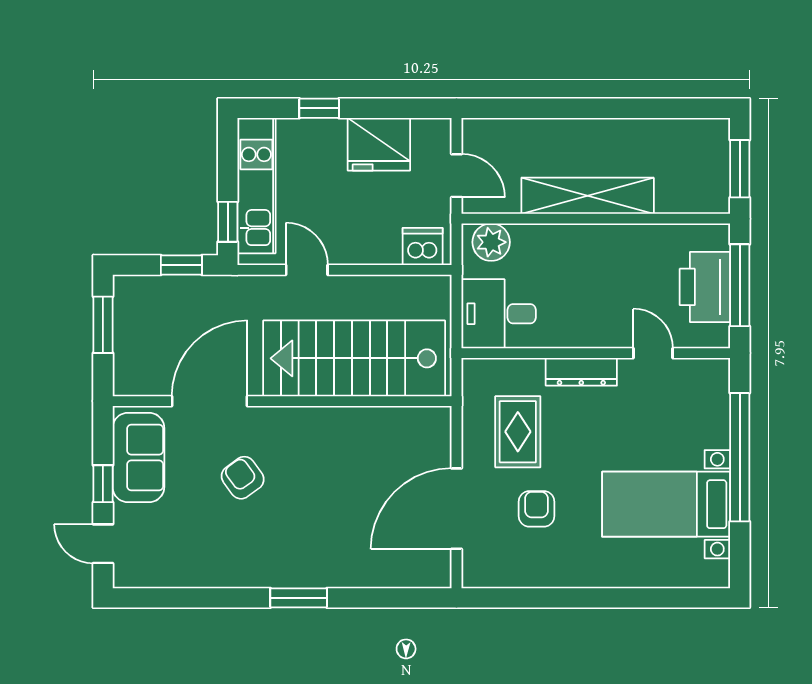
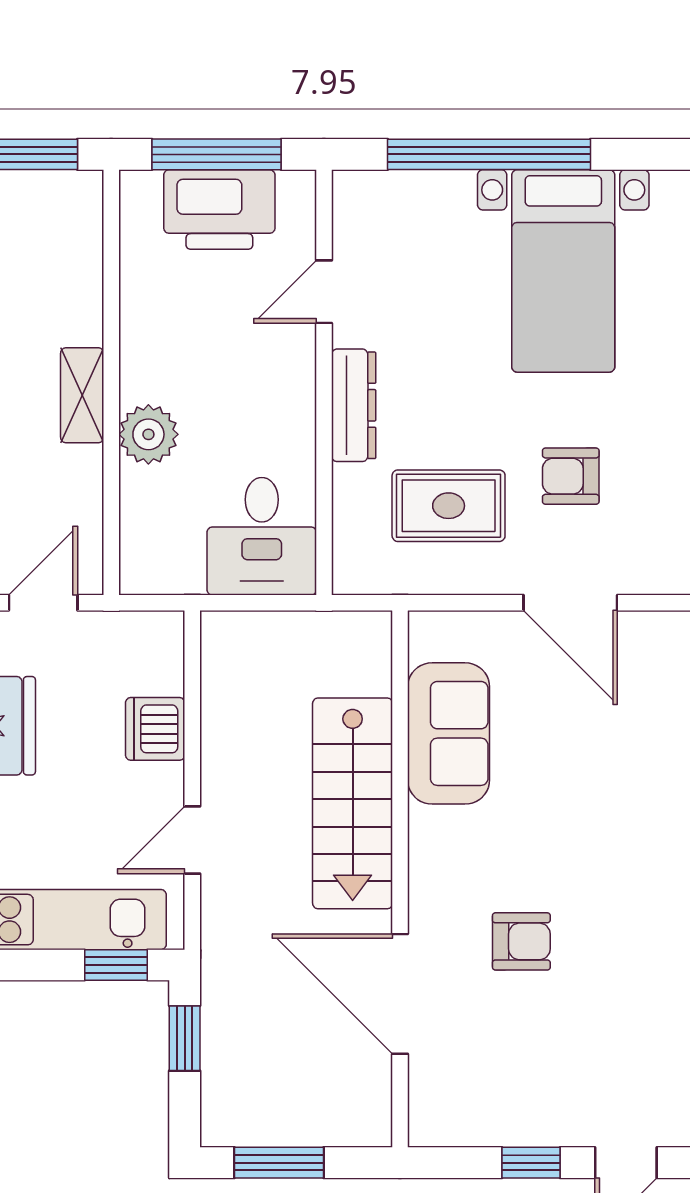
shelving: (588, 196) -> (82, 395), width x0.45, depth x0.75
plant: (491, 242) -> (148, 434), moved
dishwasher: (423, 246) -> (155, 729), moved
stairs: (354, 358) -> (353, 803), width x0.73, depth x0.66
sofa: (138, 457) -> (449, 733), moved, turned 90
armchair: (243, 478) -> (521, 941), turned -144
door: (457, 509) -> (570, 603), width x0.73

